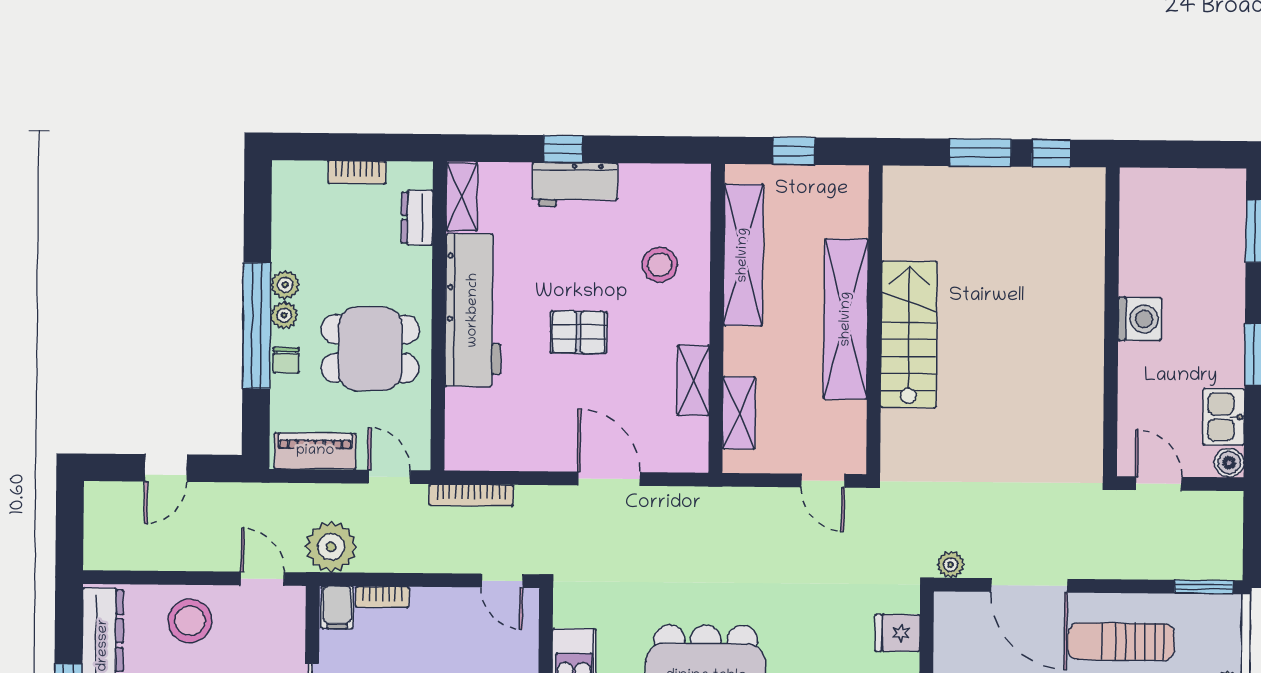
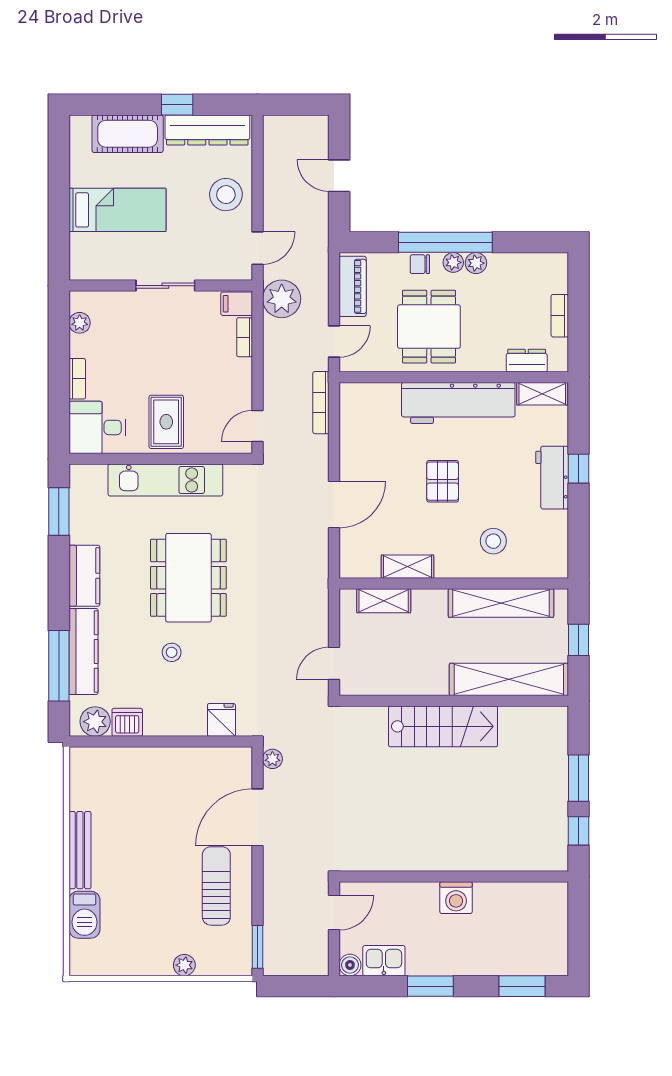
shelving: (846, 319) -> (509, 679), moved

